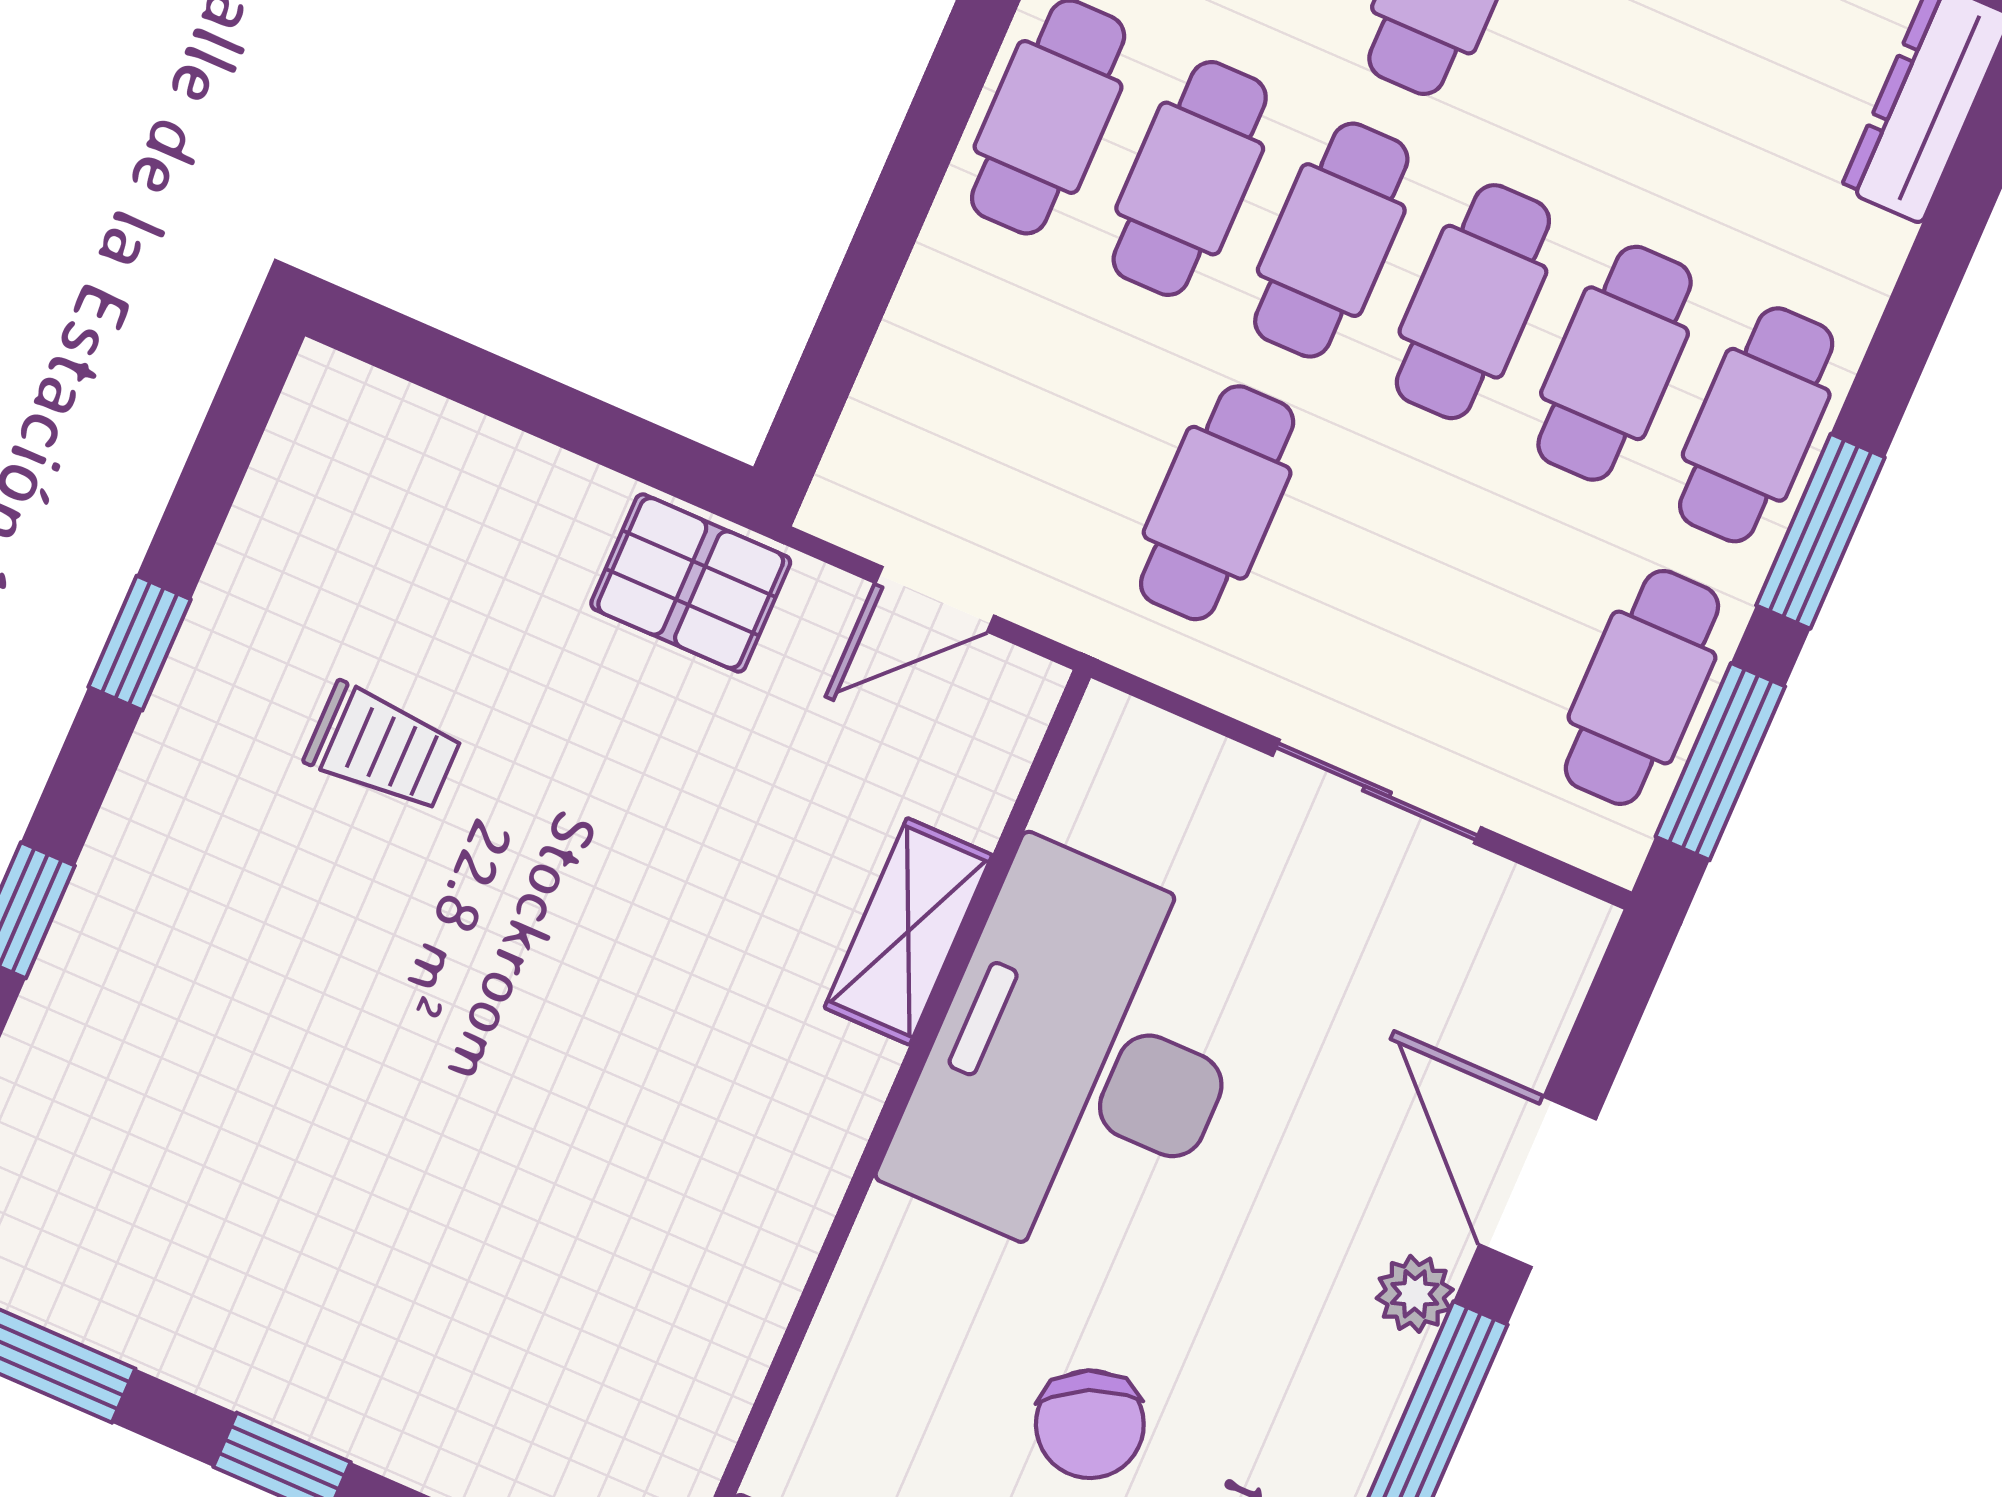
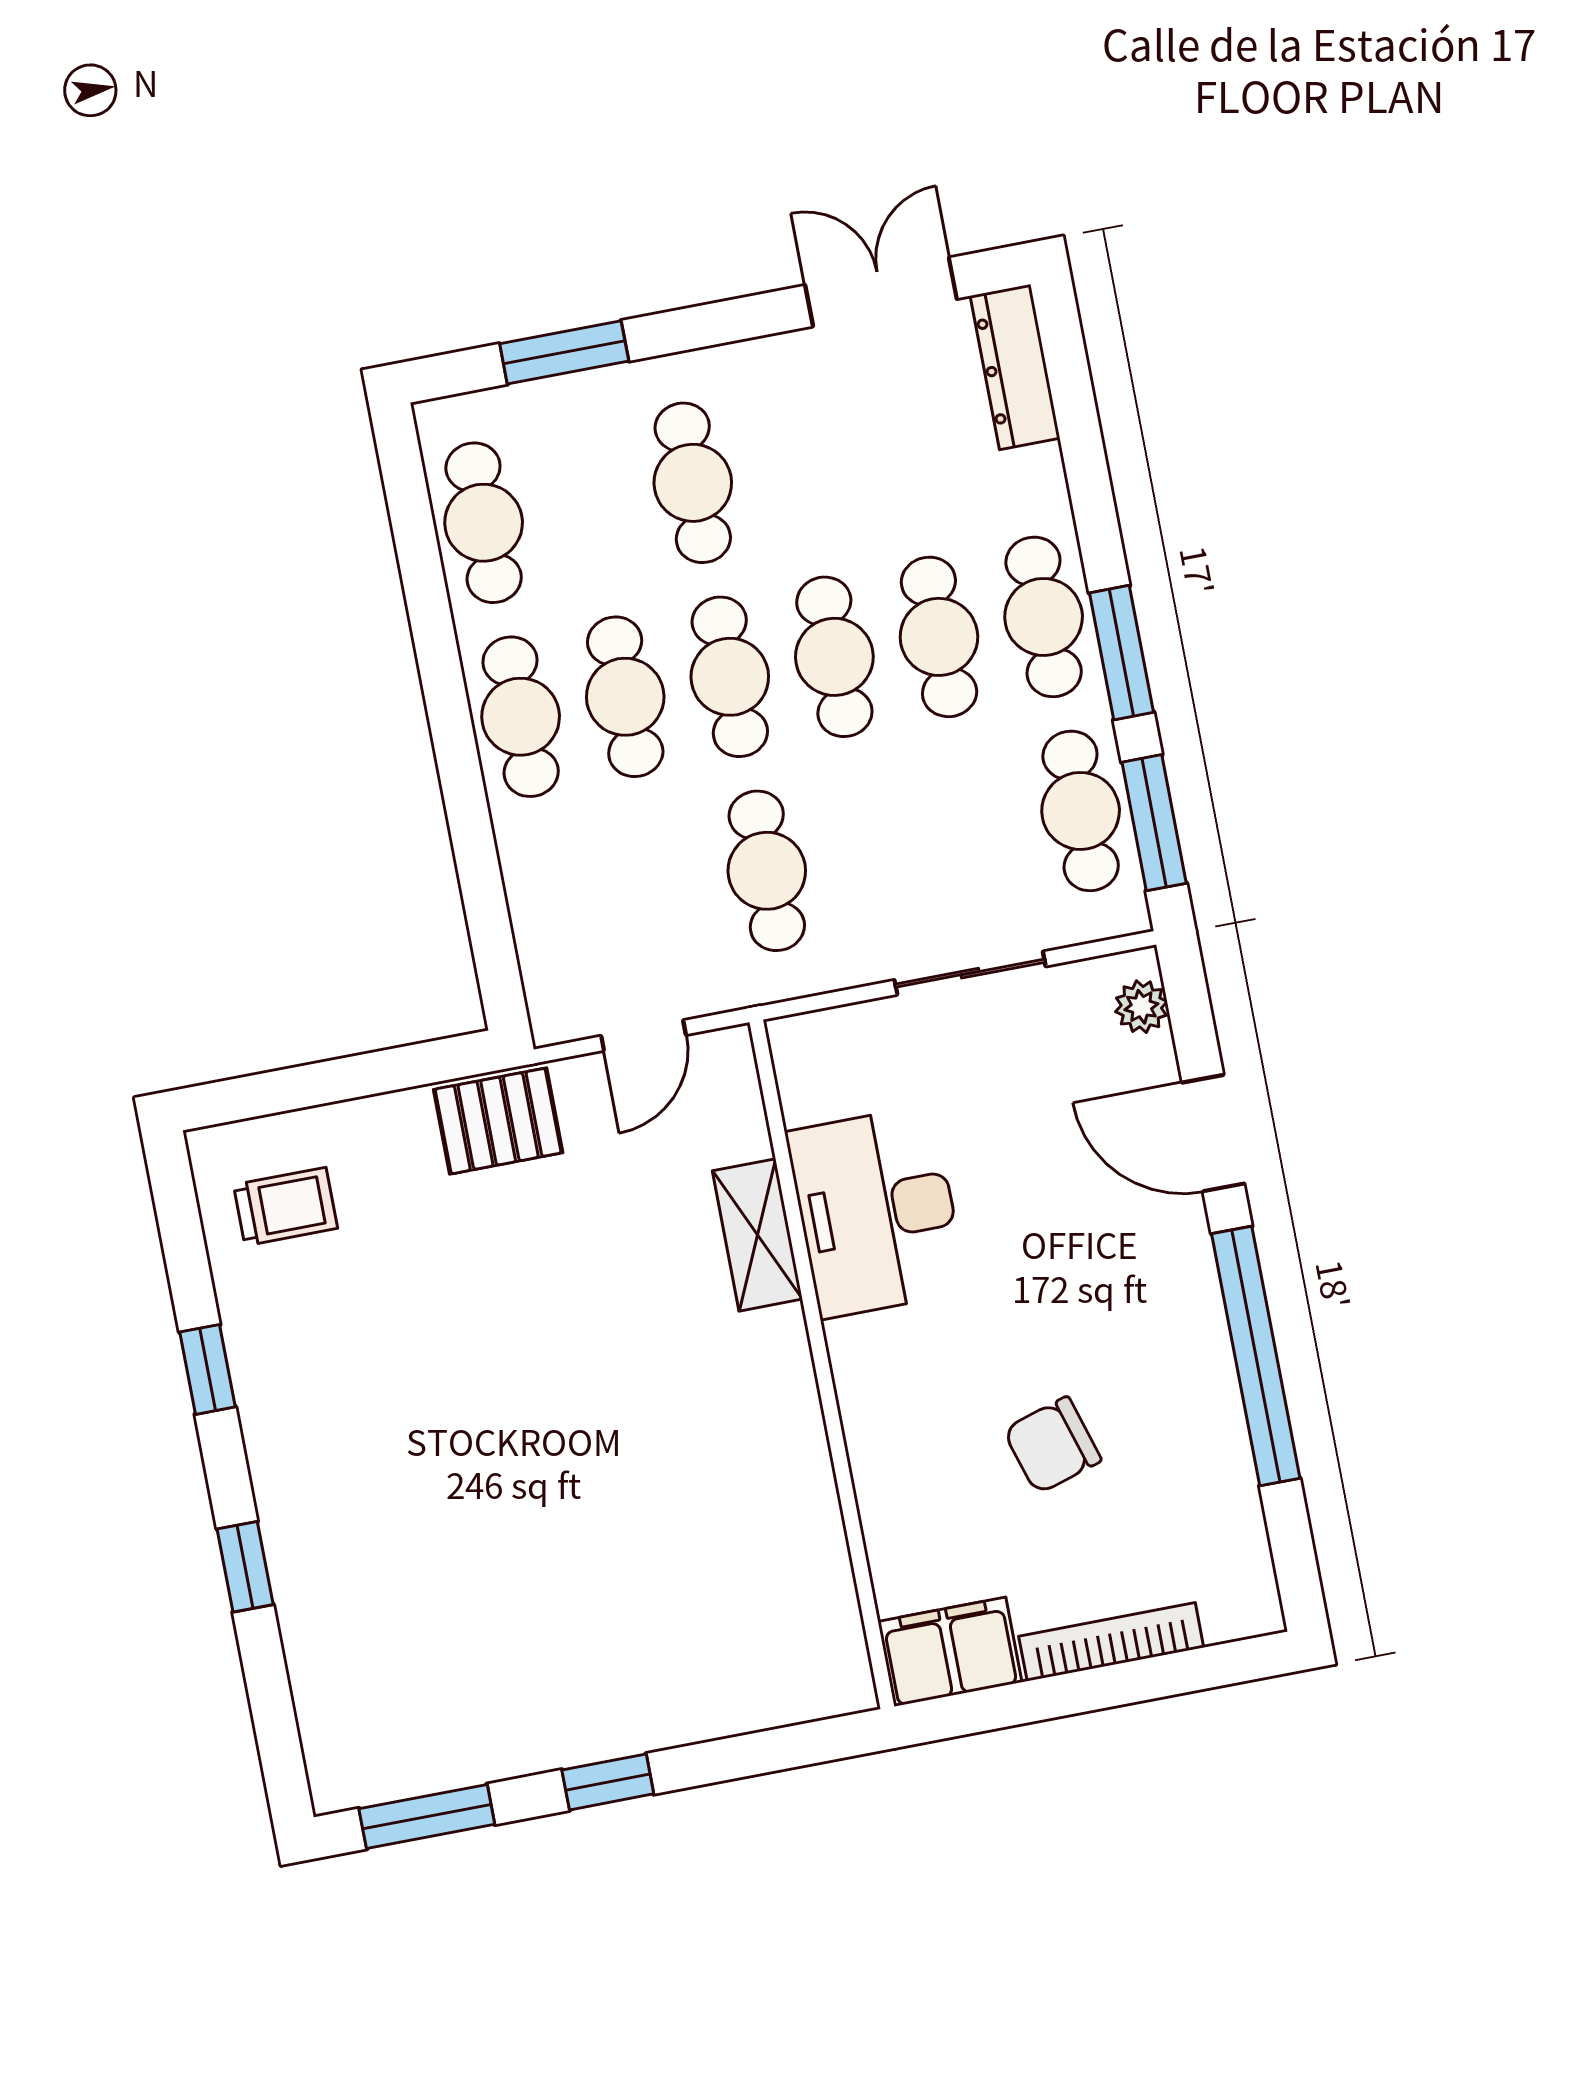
trolley: (383, 748) -> (286, 1207), moved
desk: (1080, 1061) -> (877, 1212), width x0.73, depth x0.77
plant: (1415, 1294) -> (1141, 1007), moved
chair: (1090, 1424) -> (1052, 1445), turned 98

